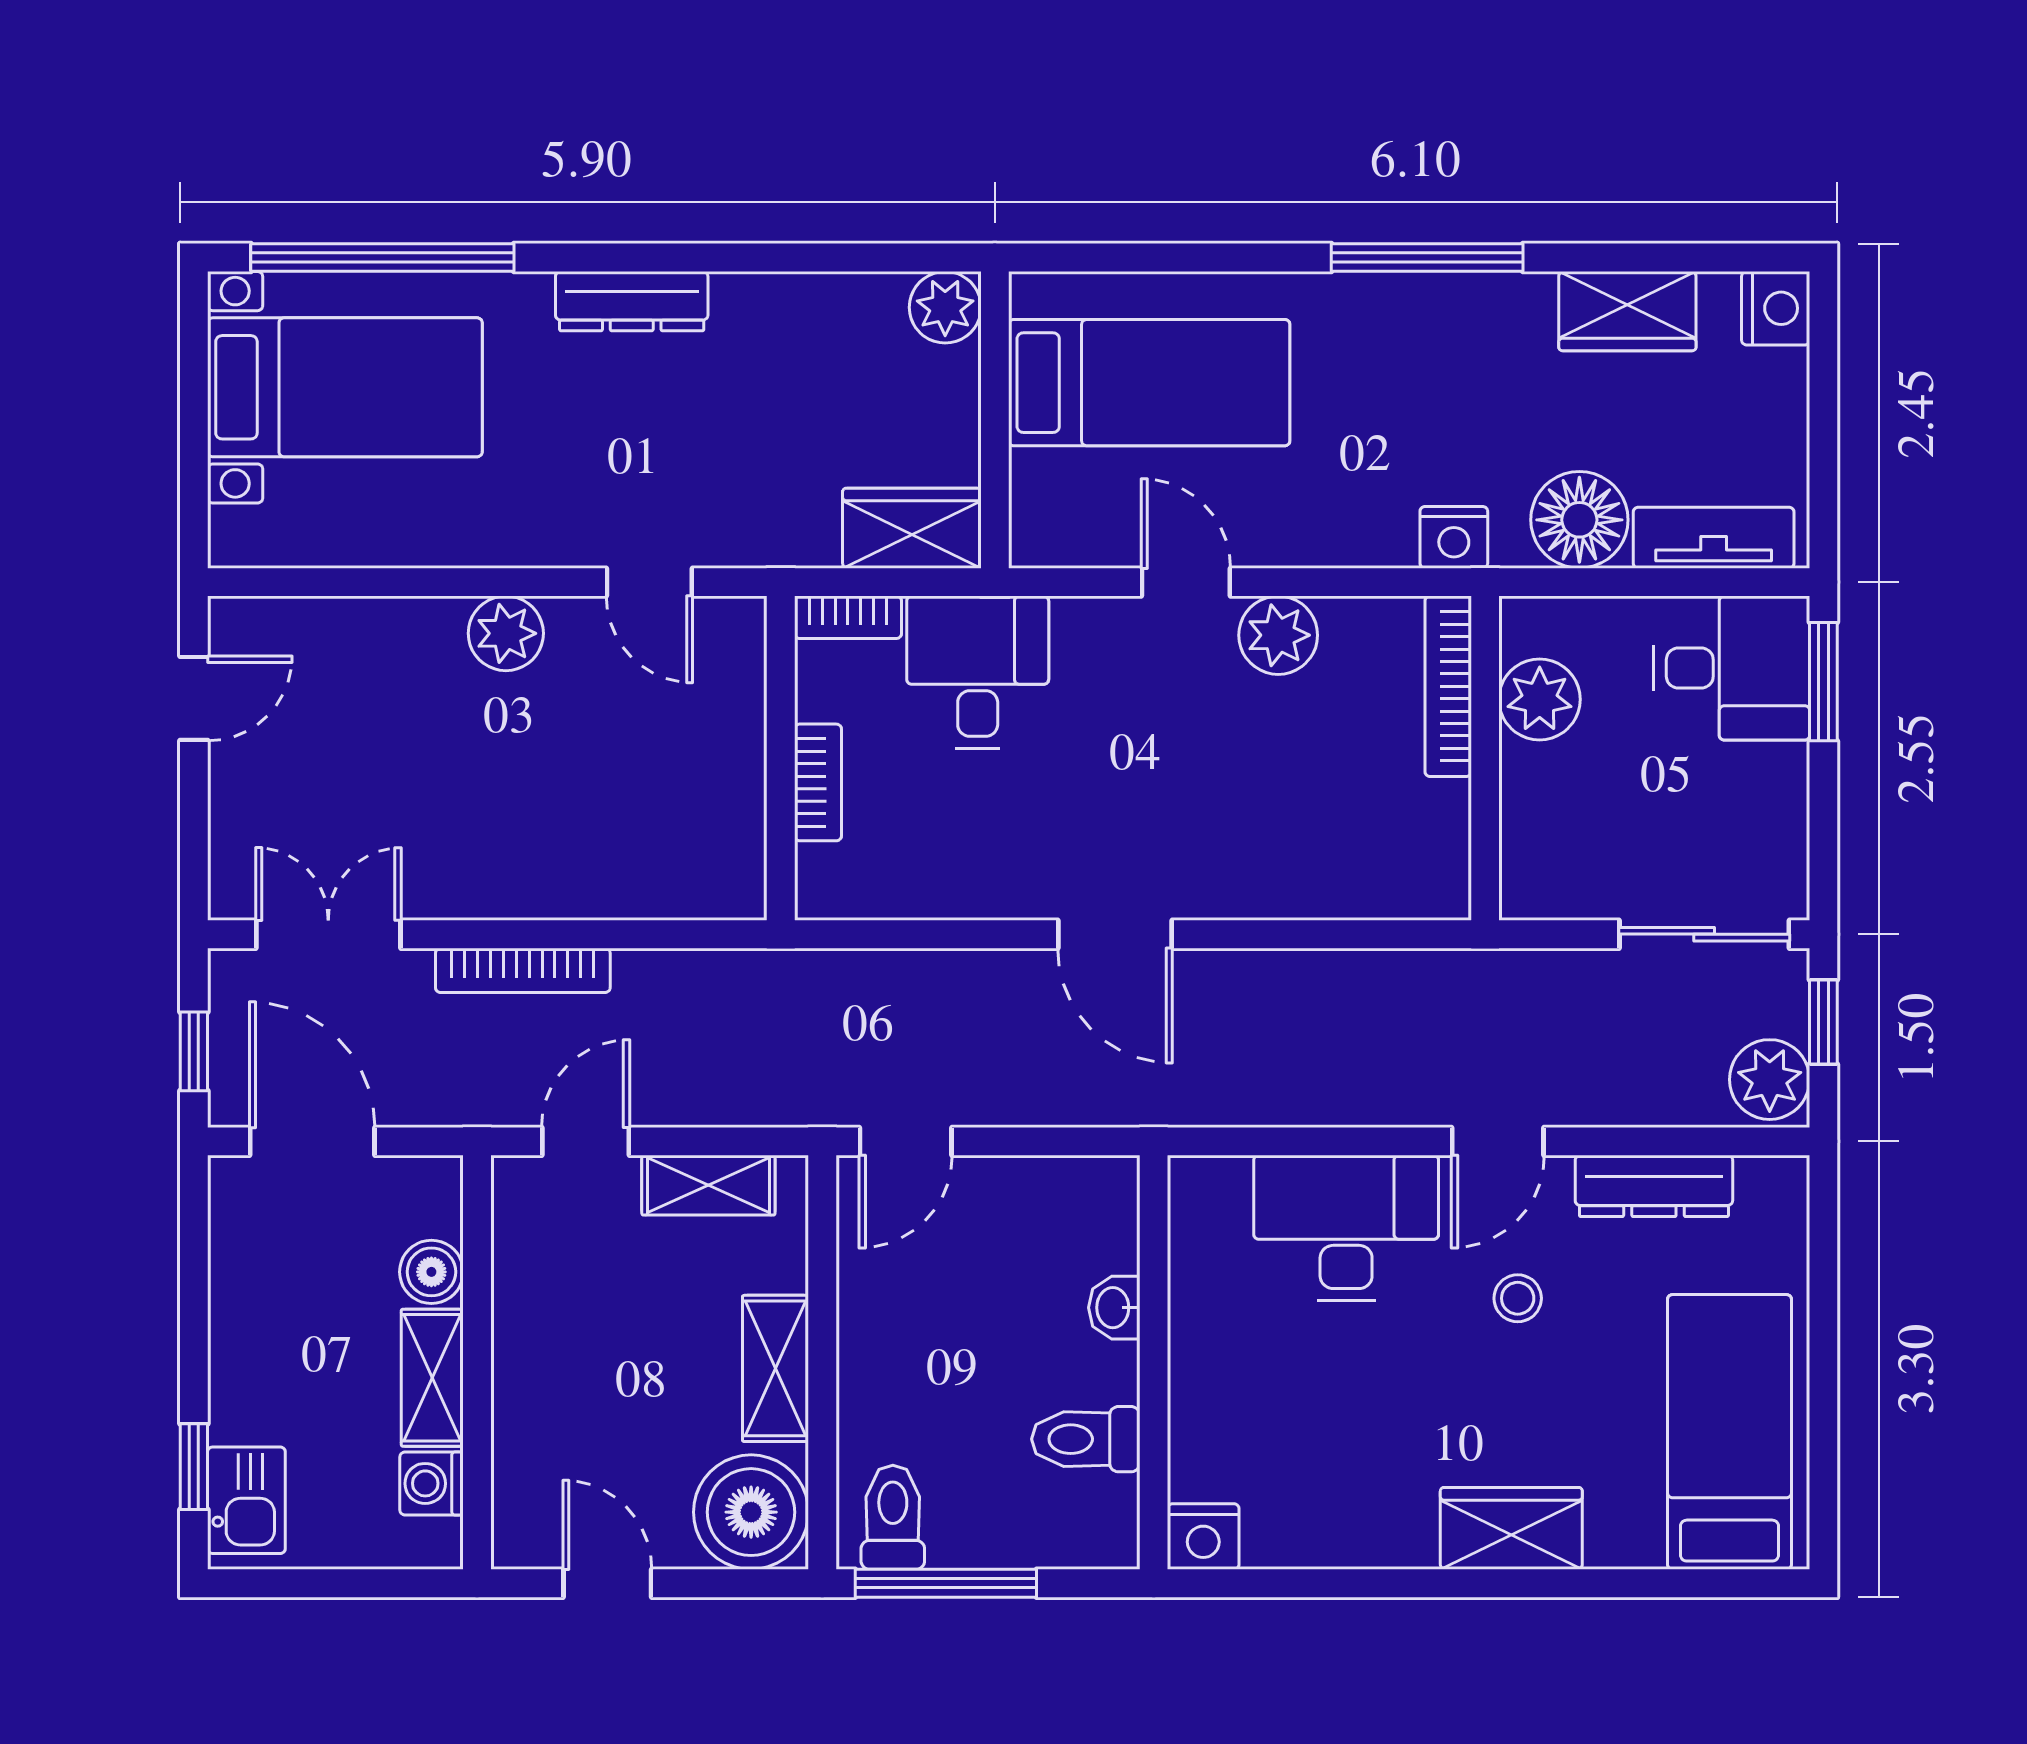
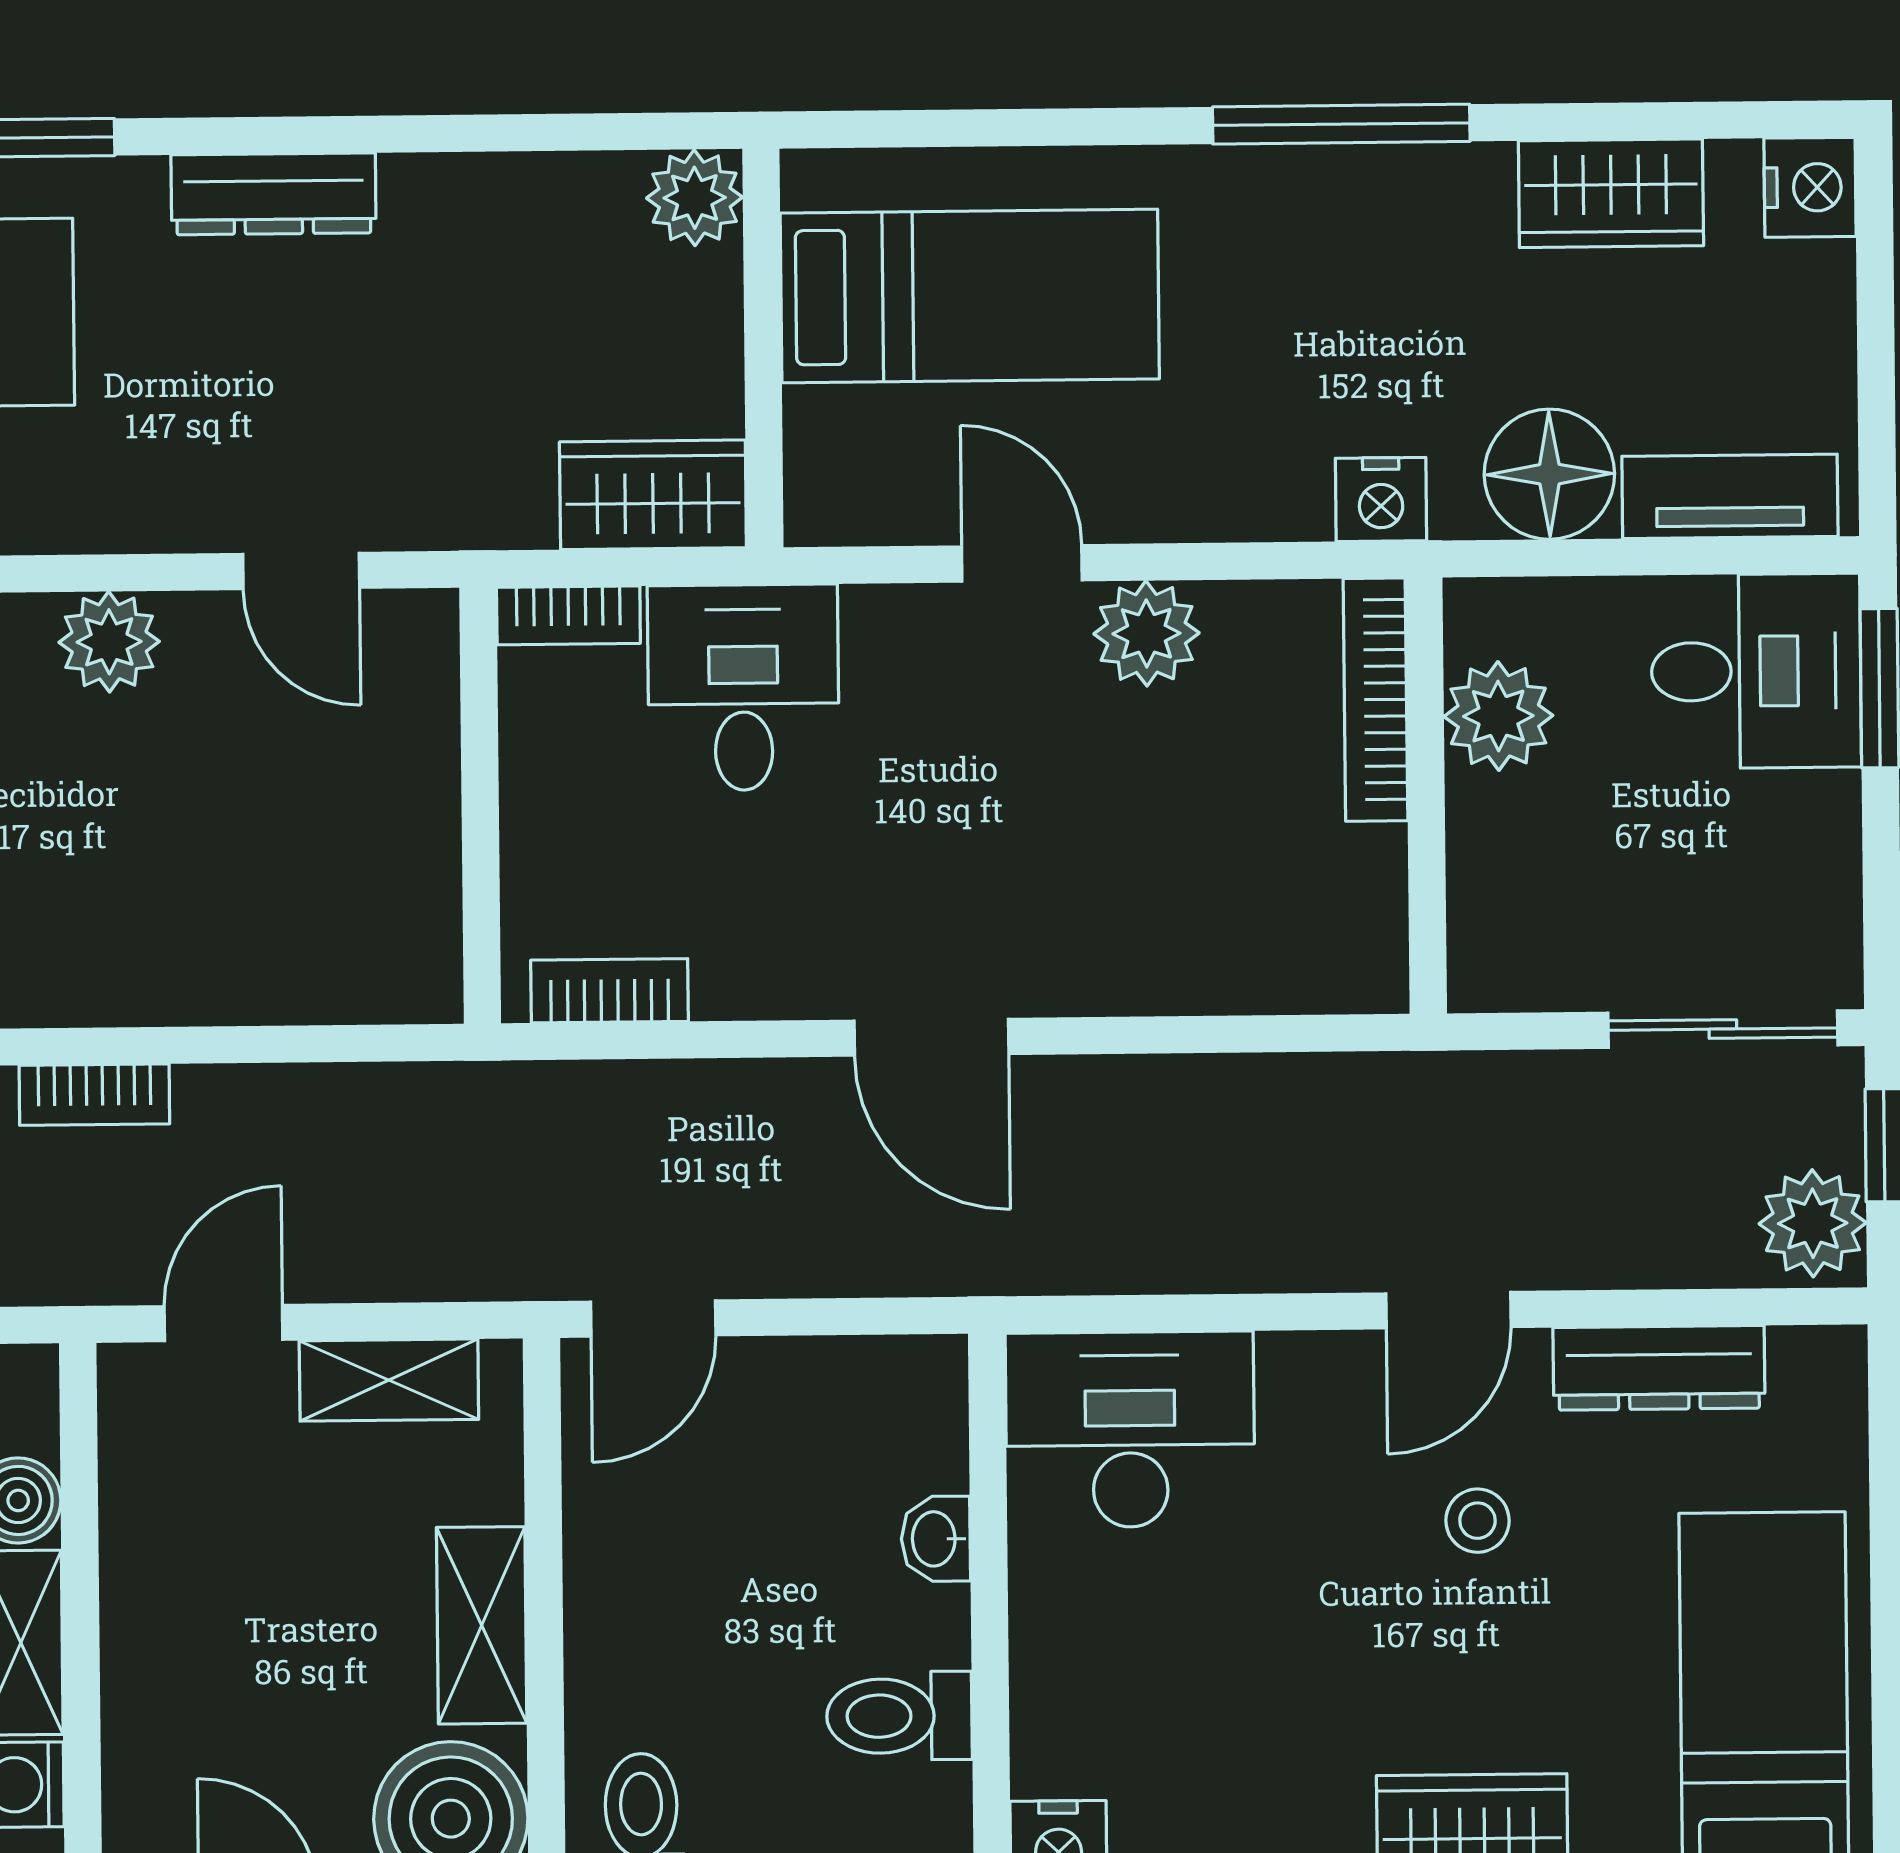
bookcase: (818, 782) -> (610, 991), moved, turned -90
bookcase: (523, 970) -> (94, 1095), width x0.64
desk: (1346, 1228) -> (1130, 1430), moved

